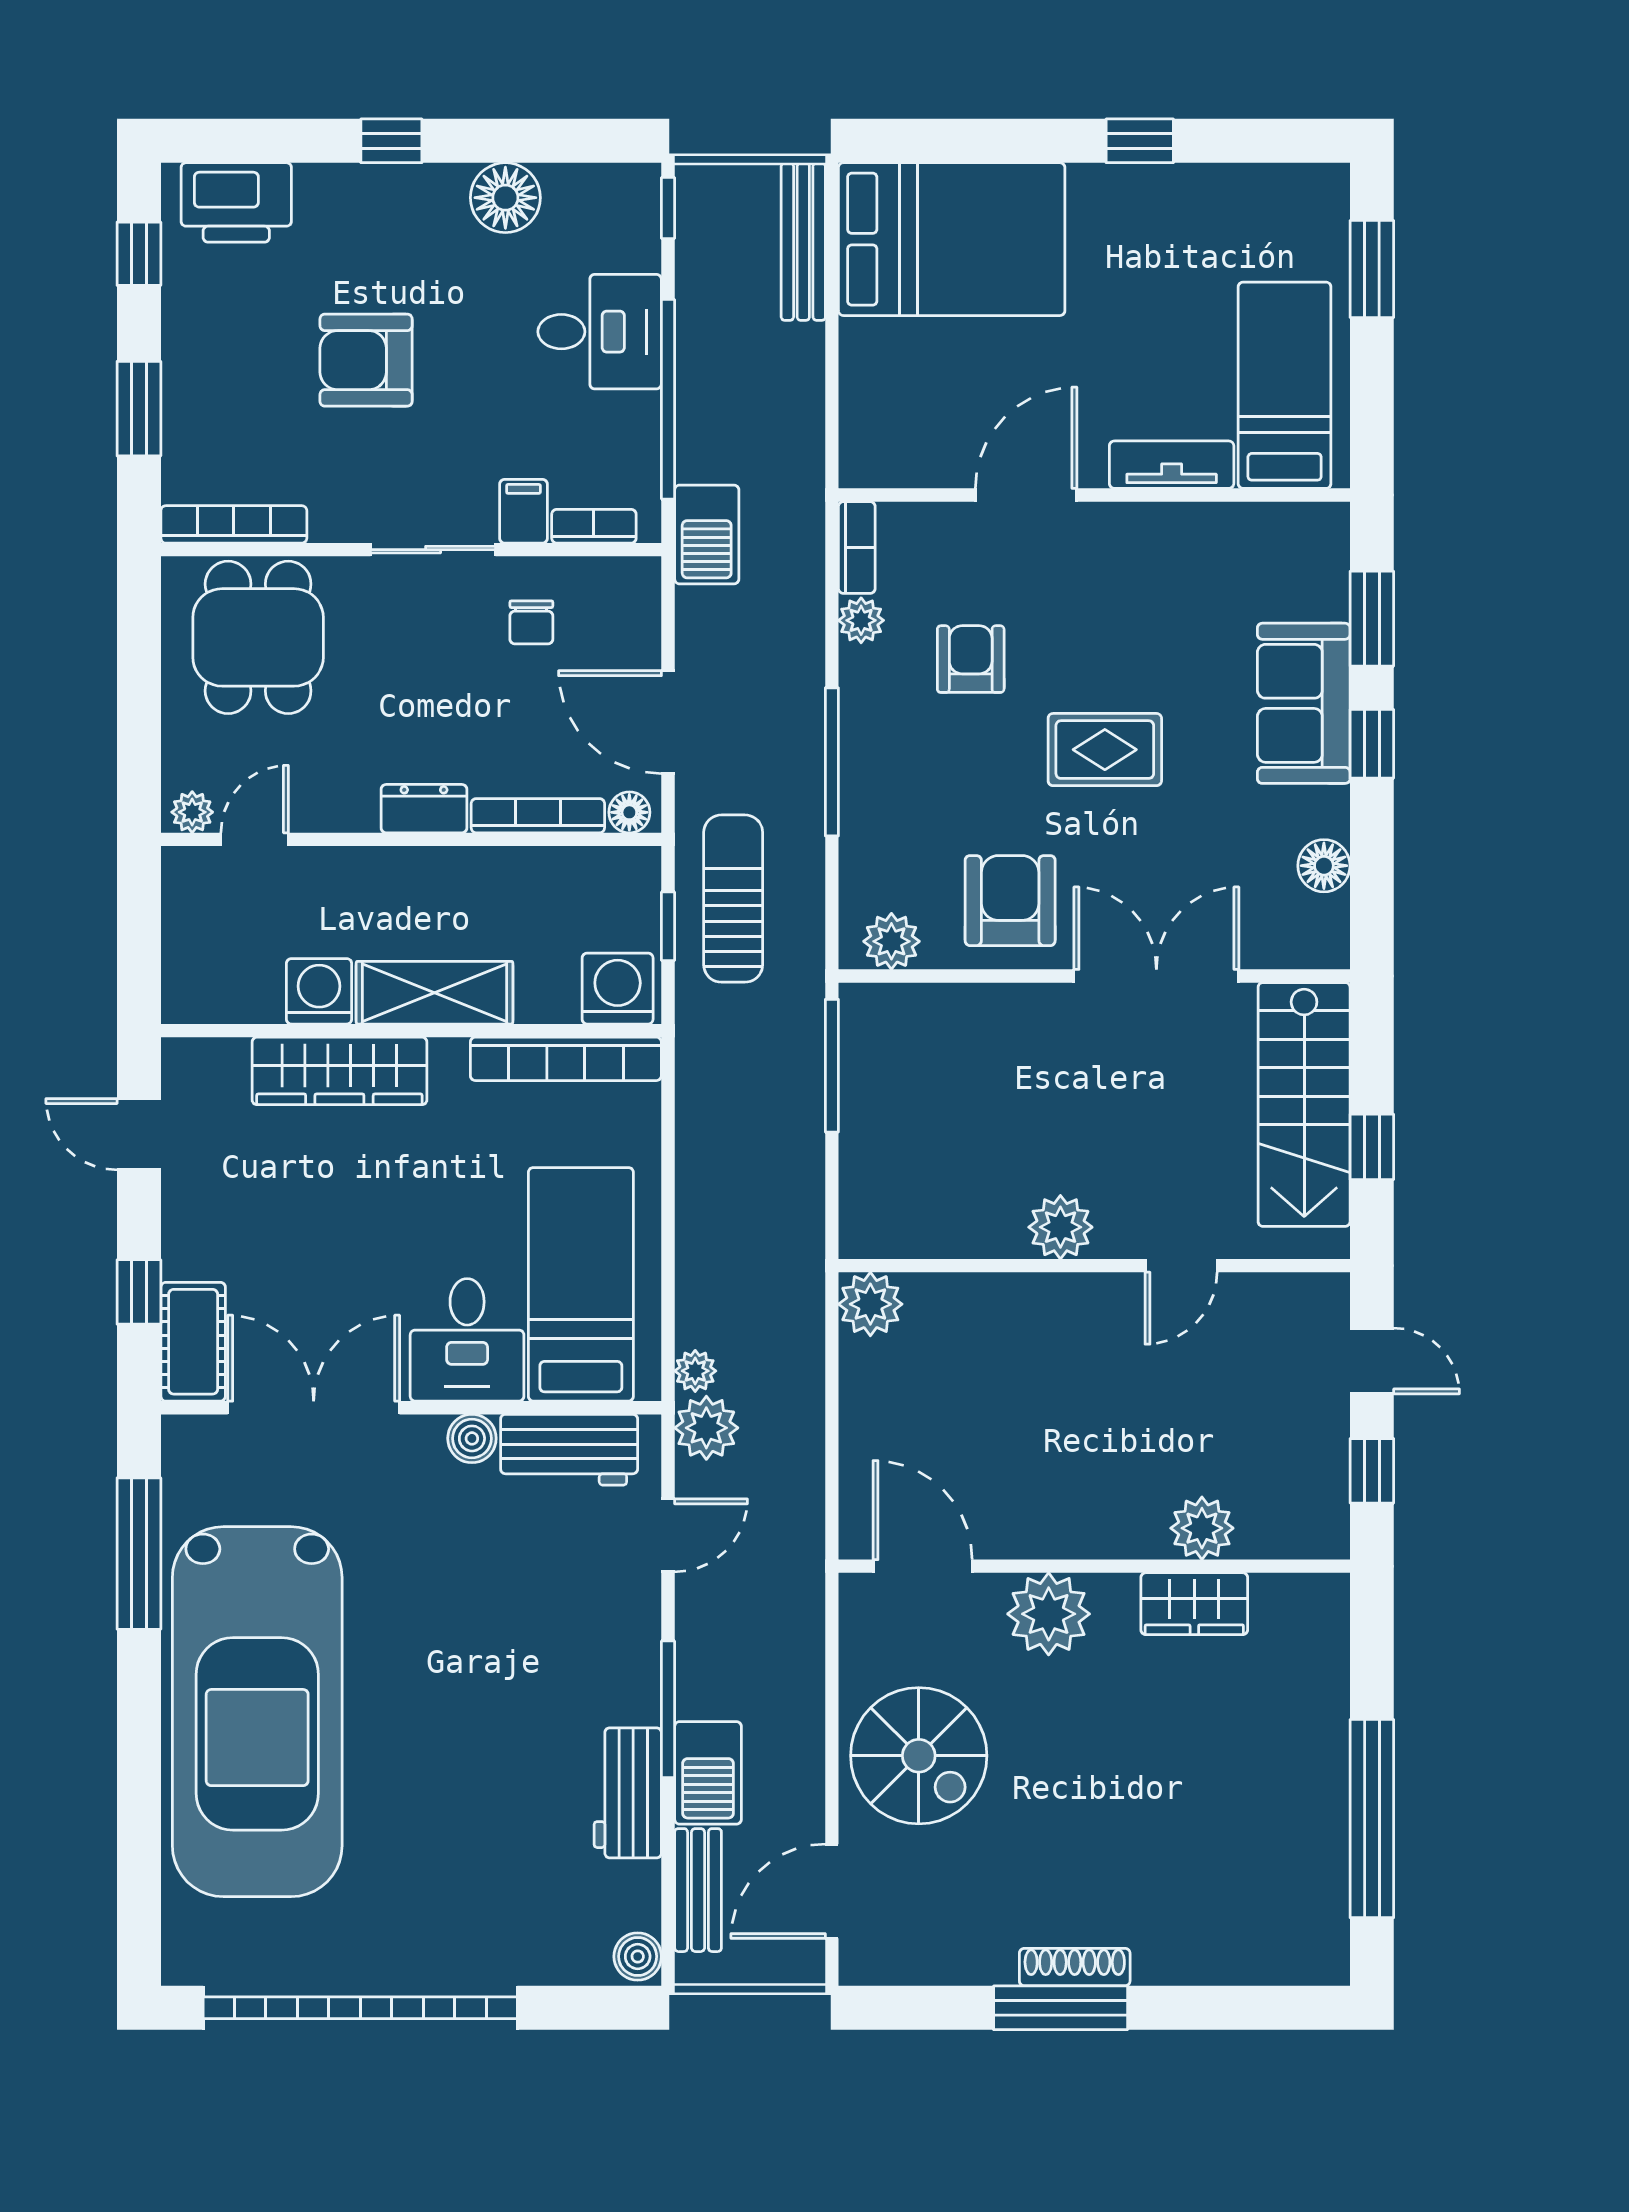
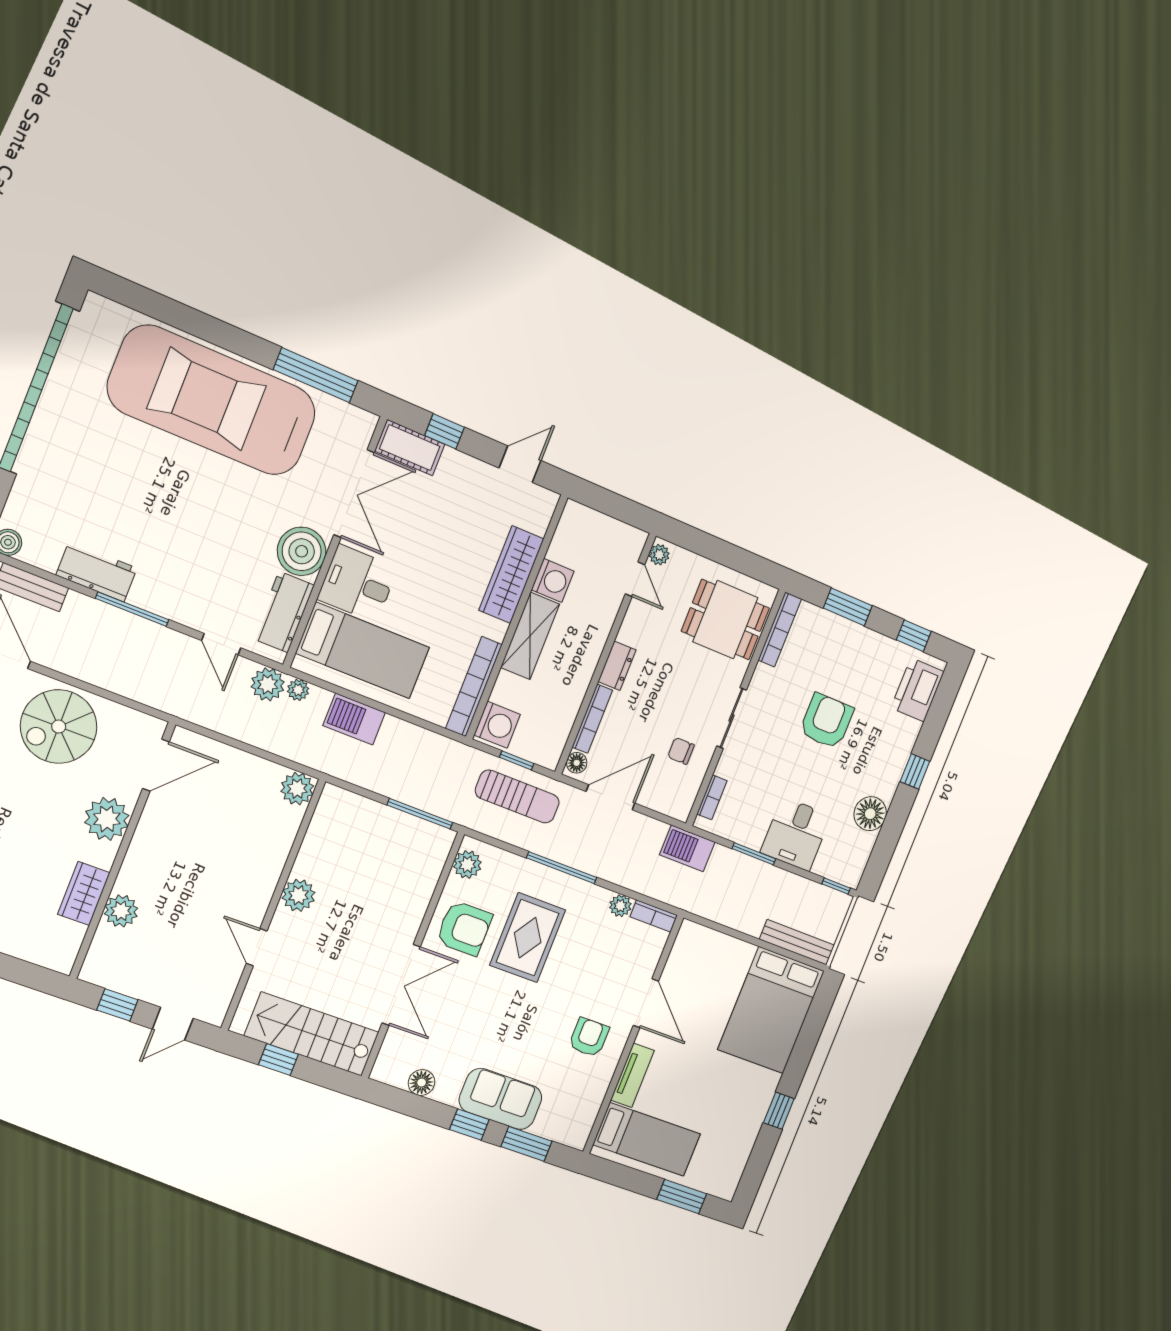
window: (668, 399) -> (754, 854), width x0.47
filing cabinet: (523, 511) -> (732, 767), removed
armchair: (971, 659) -> (589, 1037), moved, turned -90
rug: (1105, 750) -> (528, 938), moved, width x1.36, depth x1.43
boiler: (472, 1438) -> (302, 551), width x1.86, depth x1.86
barbecue: (708, 1773) -> (354, 719), moved

